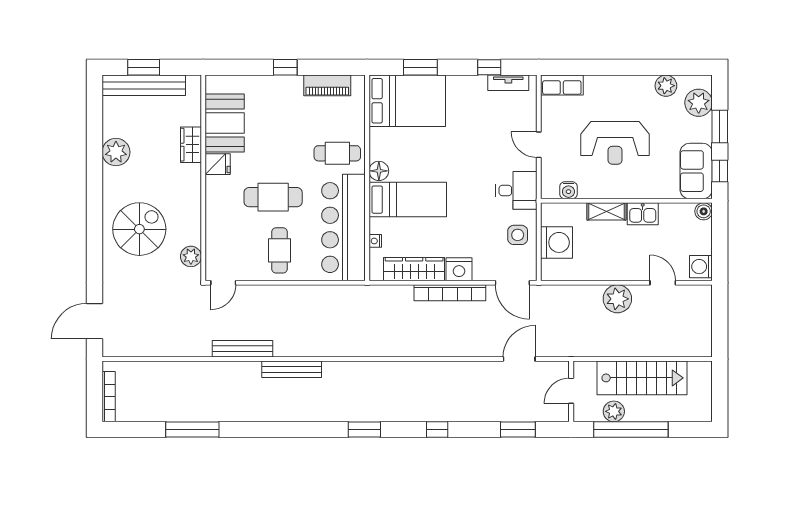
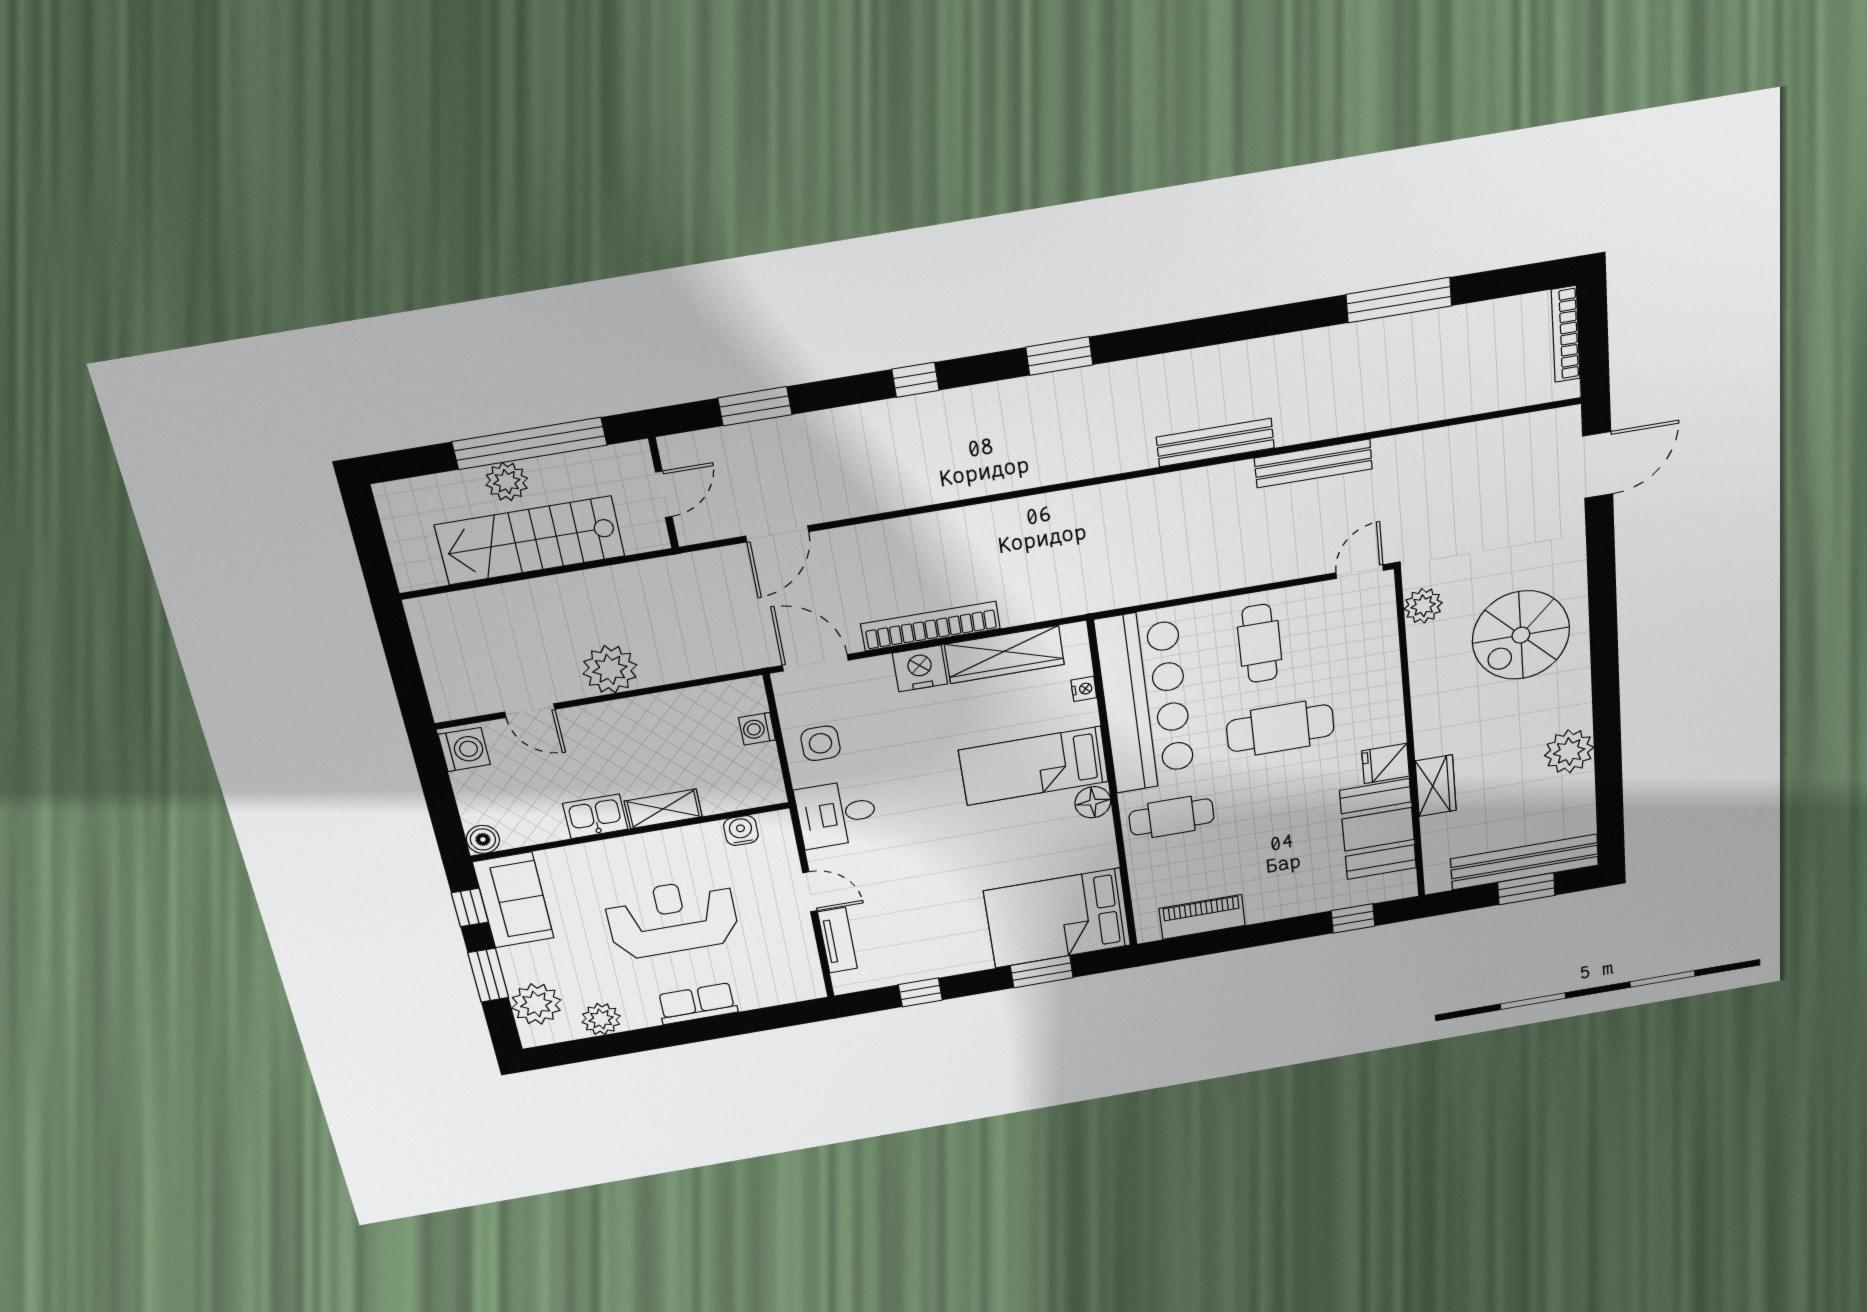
window: (285, 67) -> (1353, 918), moved
tv unit: (508, 83) -> (837, 940), moved, turned 90
row of seats: (562, 85) -> (697, 1004), moved
washing machine: (556, 242) -> (757, 729), width x0.53, depth x0.53
plant: (614, 411) -> (507, 482), moved

